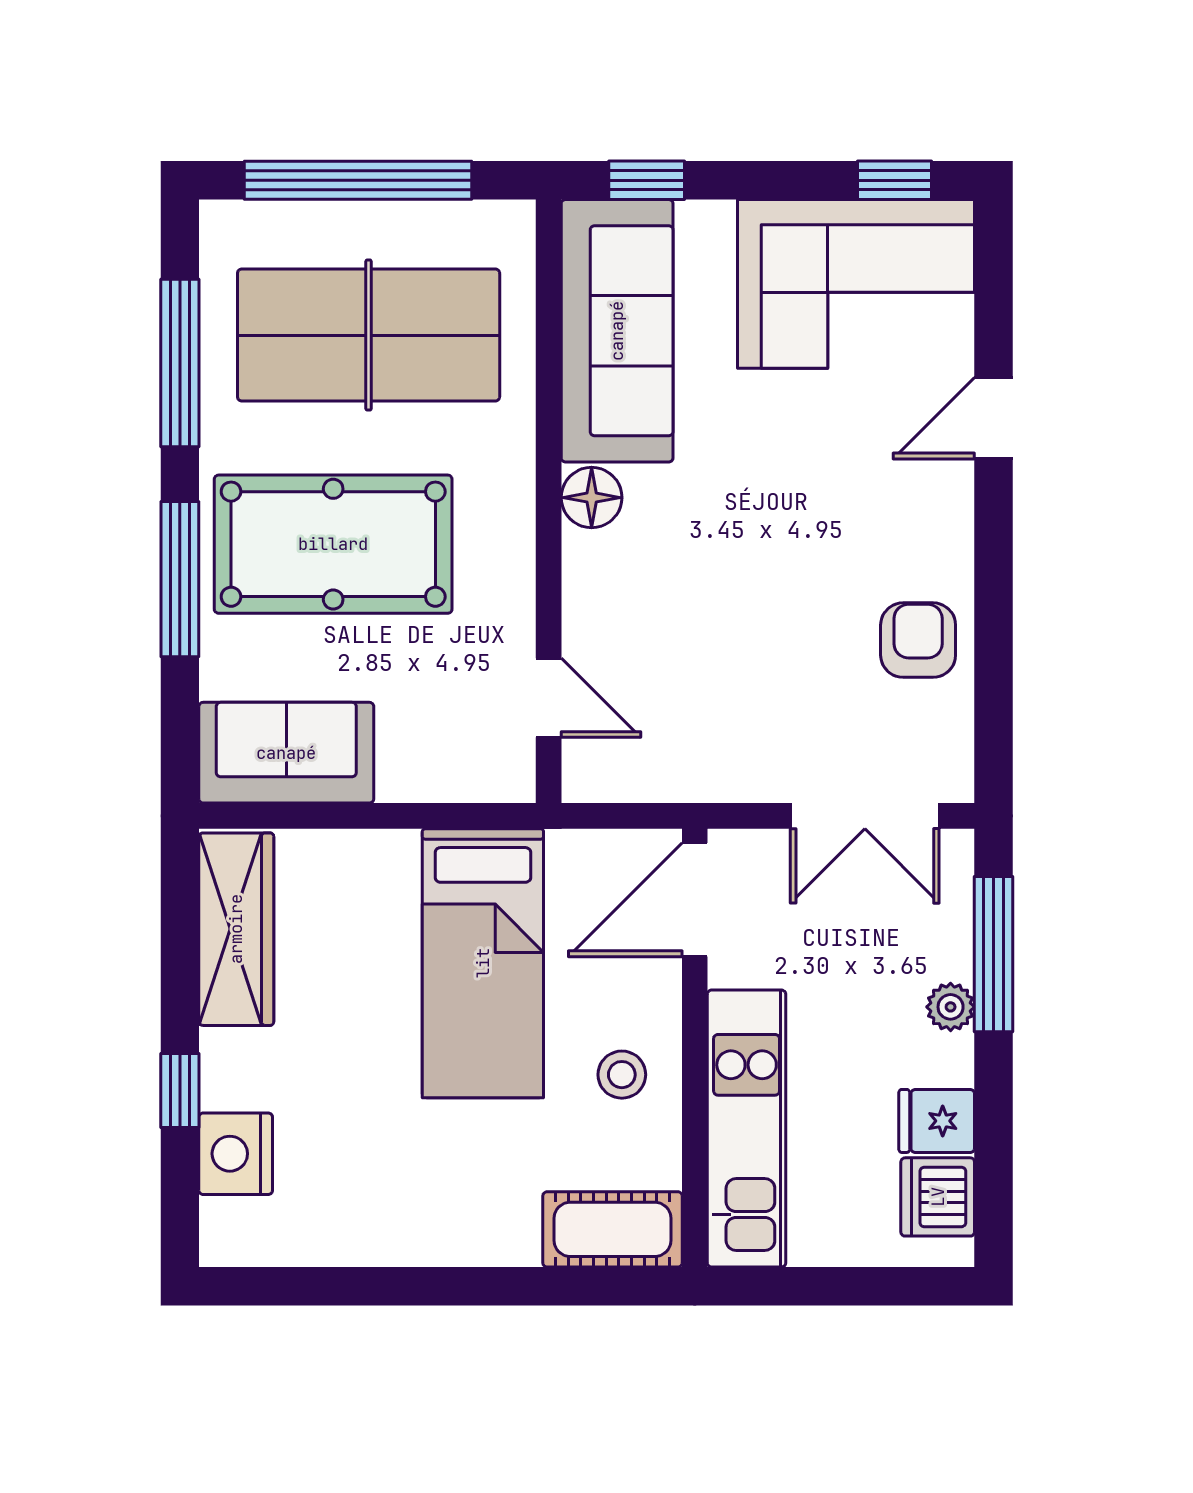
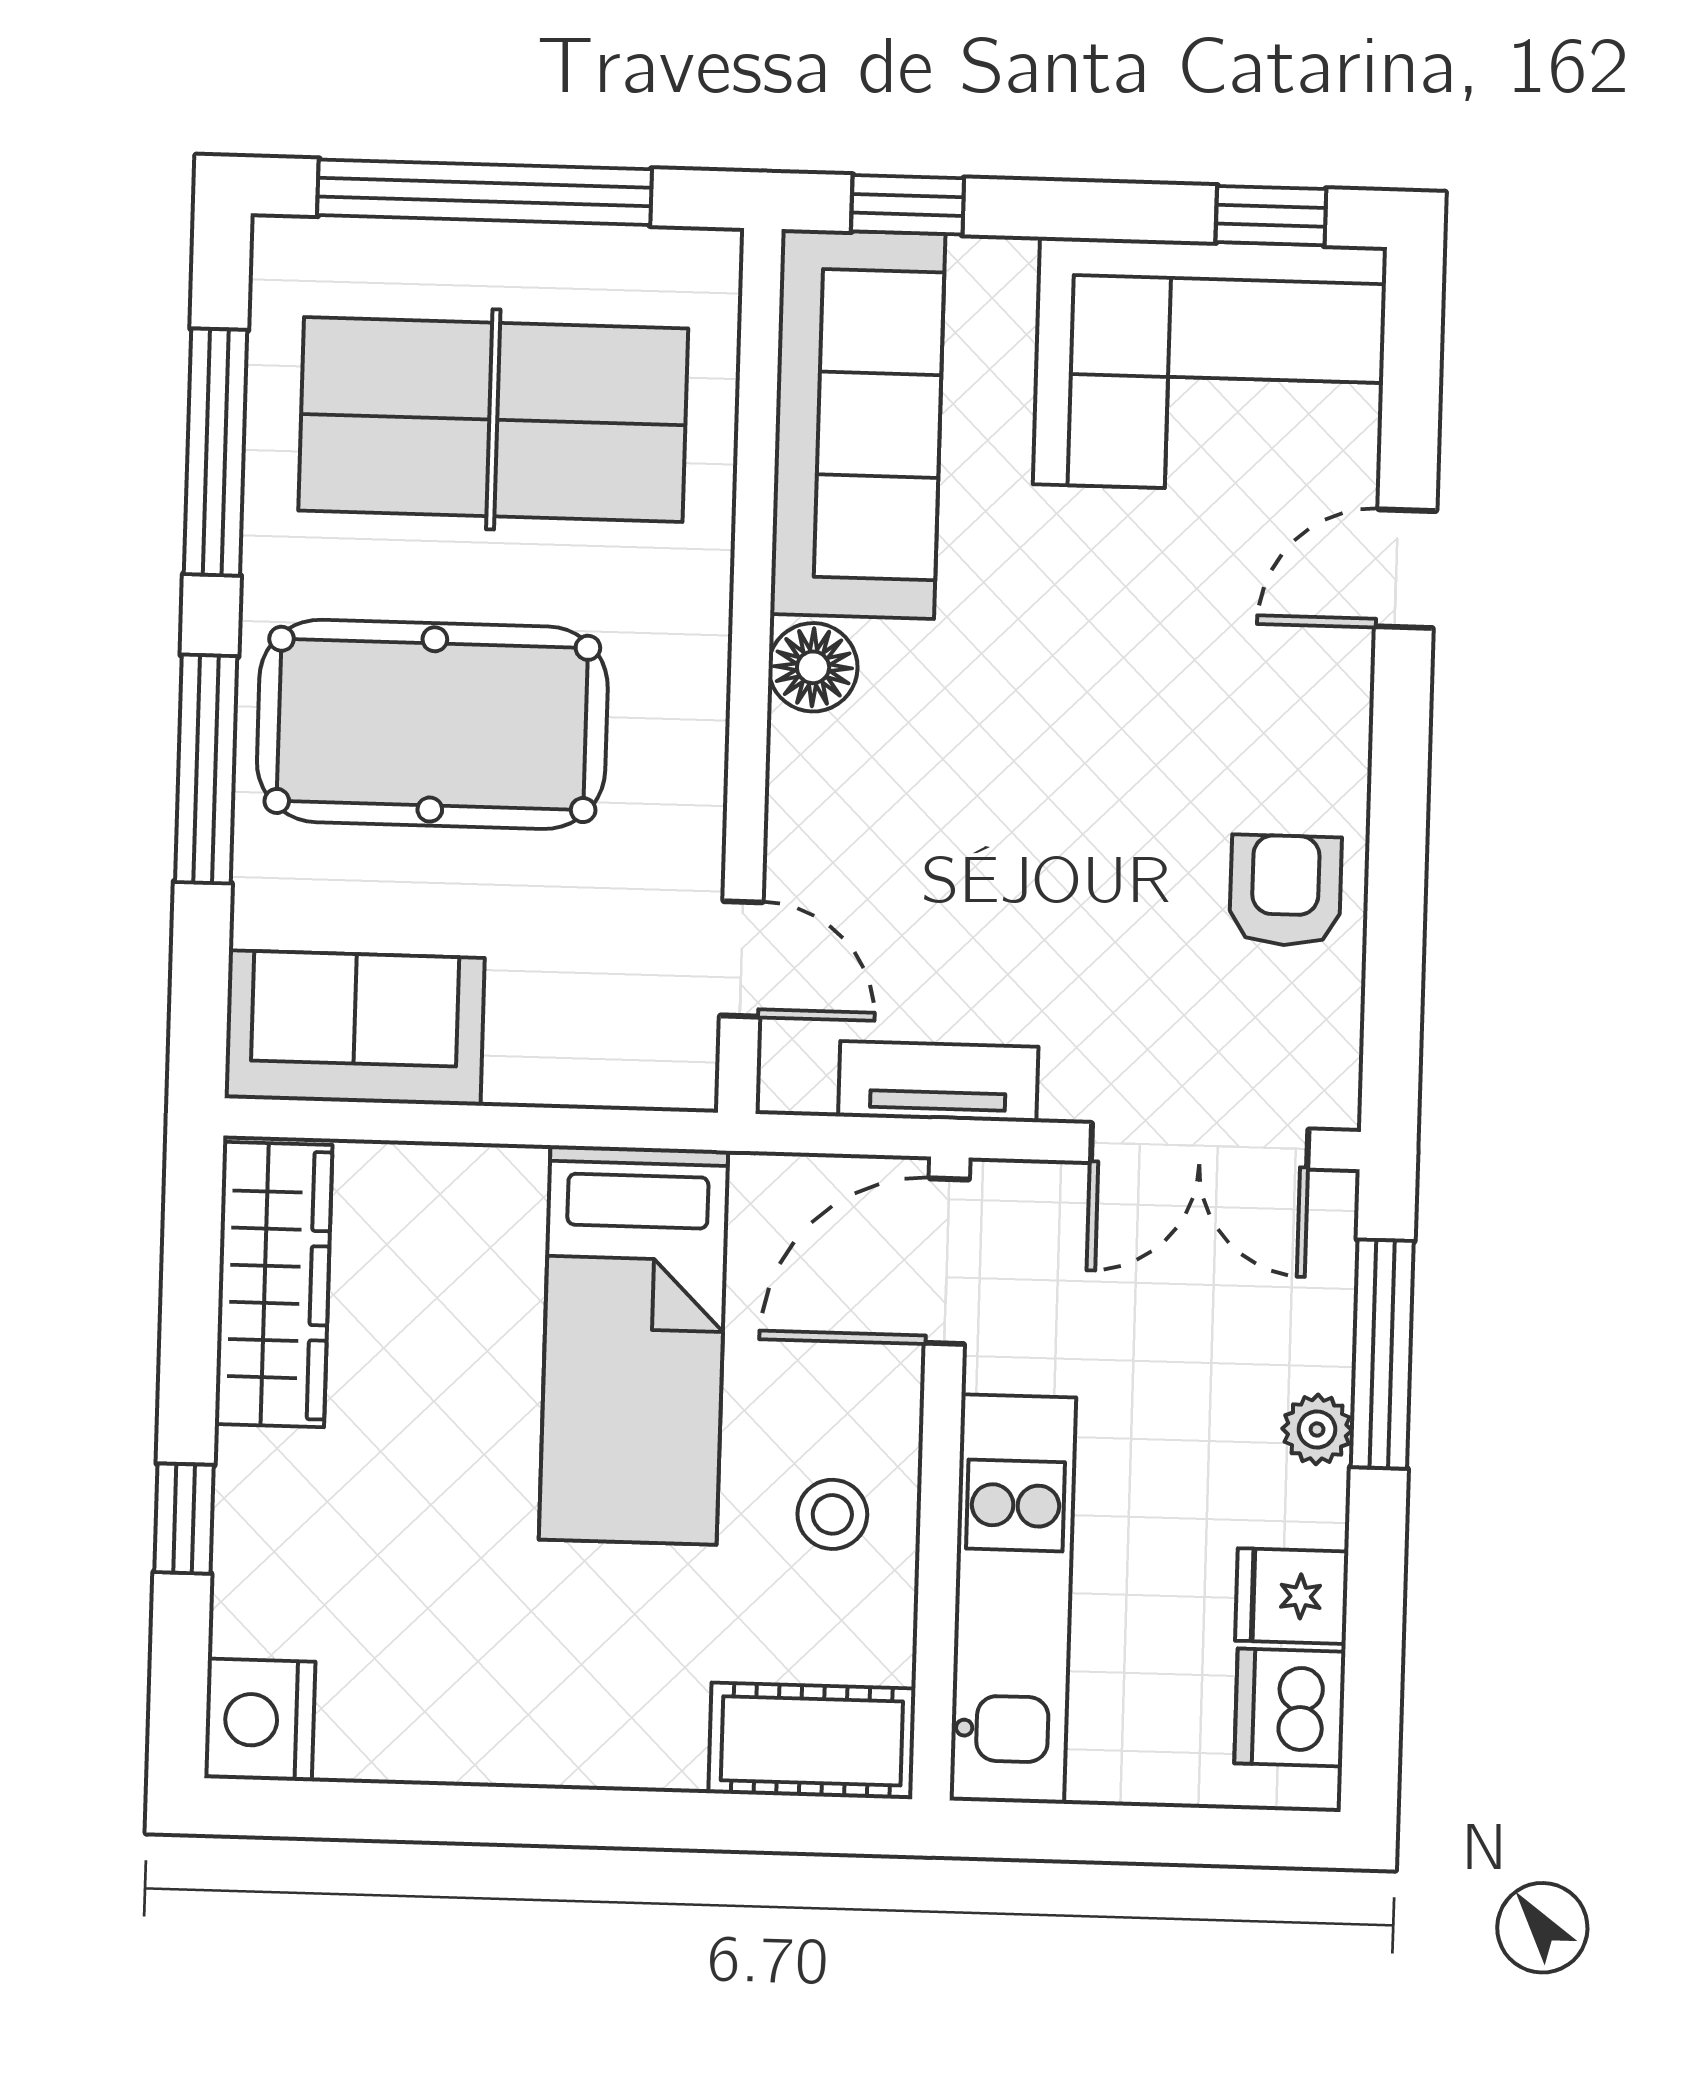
tv unit: (685, 777) -> (938, 1082), added
nightstand: (236, 1154) -> (260, 1720), moved

